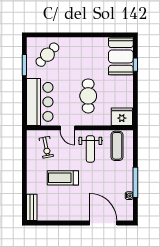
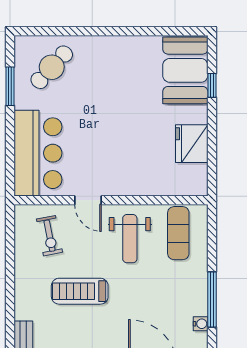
cafe table: (88, 96) -> (126, 142), removed
fridge: (122, 117) -> (192, 144), moved, turned -90

